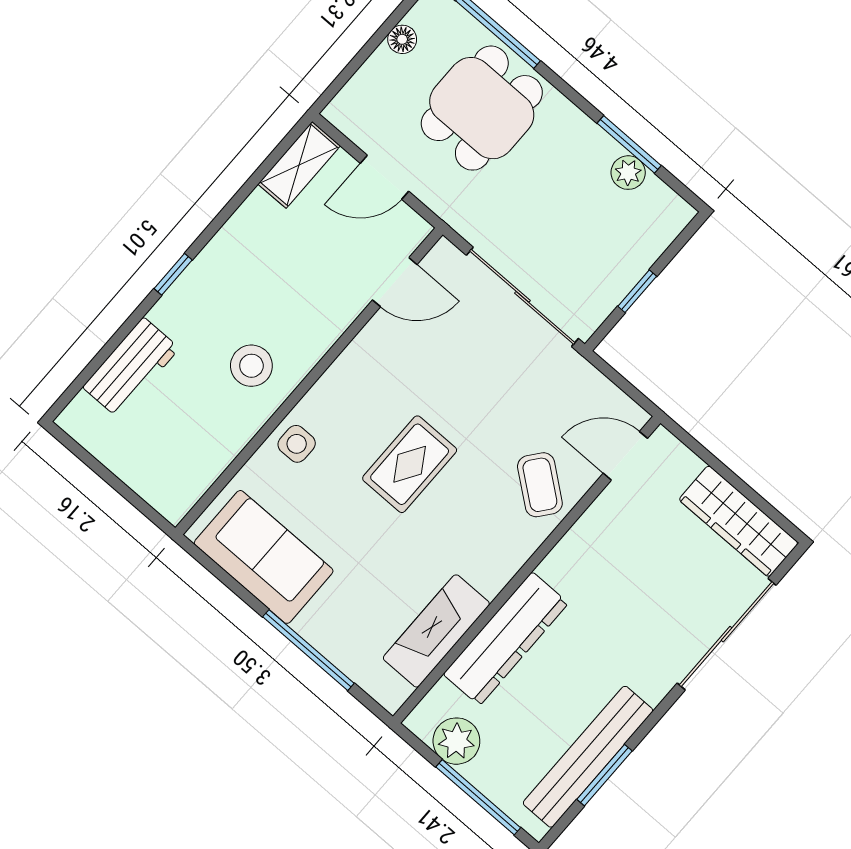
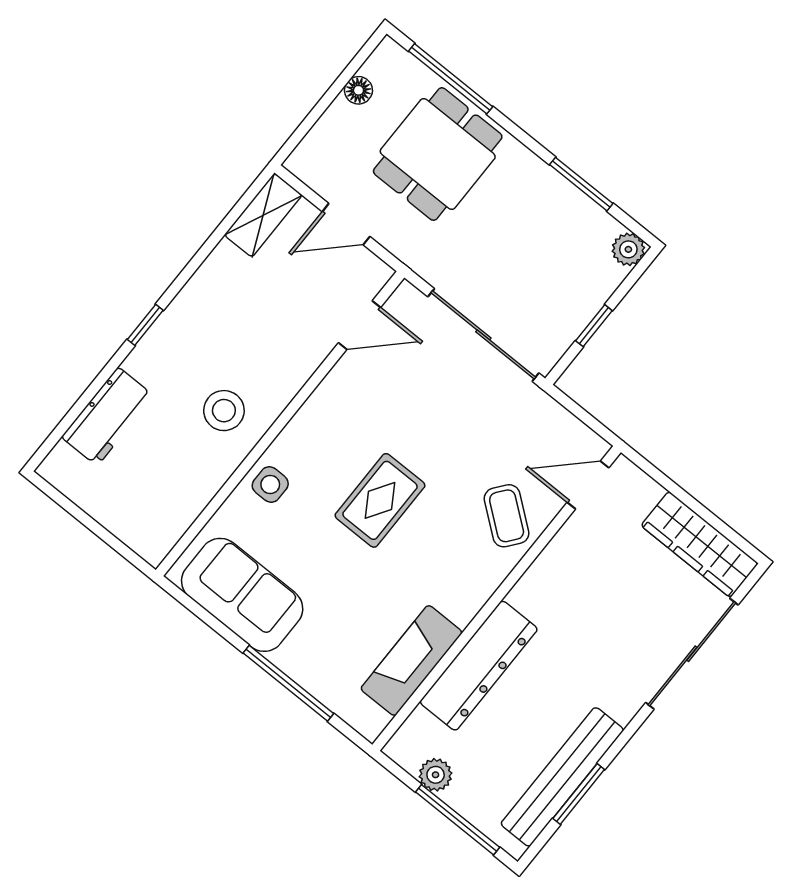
plant: (628, 173) -> (628, 249), moved
plant: (456, 741) -> (436, 775), width x0.73, depth x0.73

